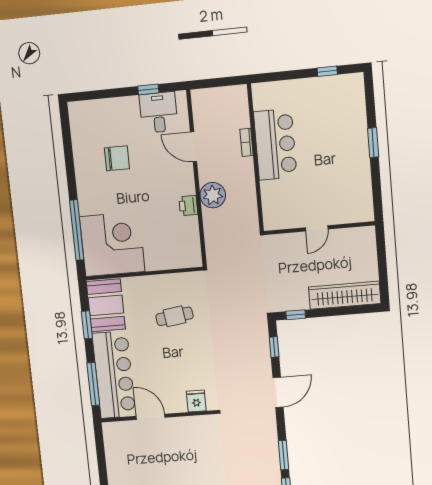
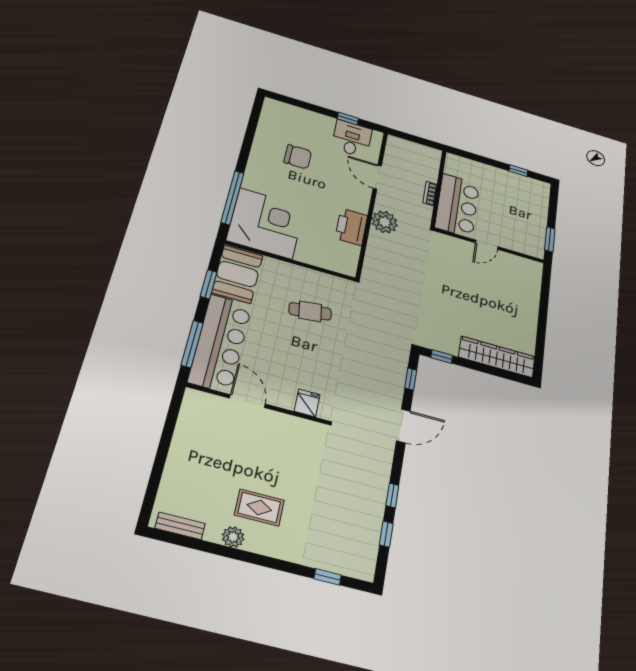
printer: (188, 206) -> (351, 227), width x1.87, depth x1.48
door: (317, 228) -> (487, 245), moved
wall: (319, 228) -> (489, 246), moved
window: (284, 455) -> (392, 495), width x0.67

